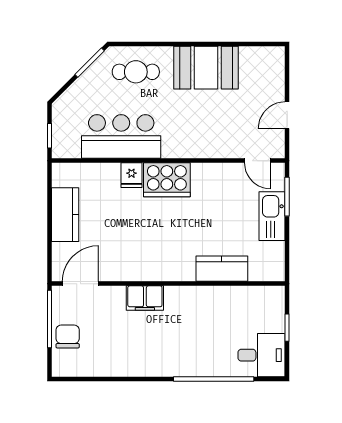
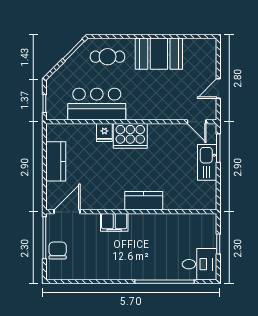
kitchen counter: (222, 269) -> (144, 201), moved

